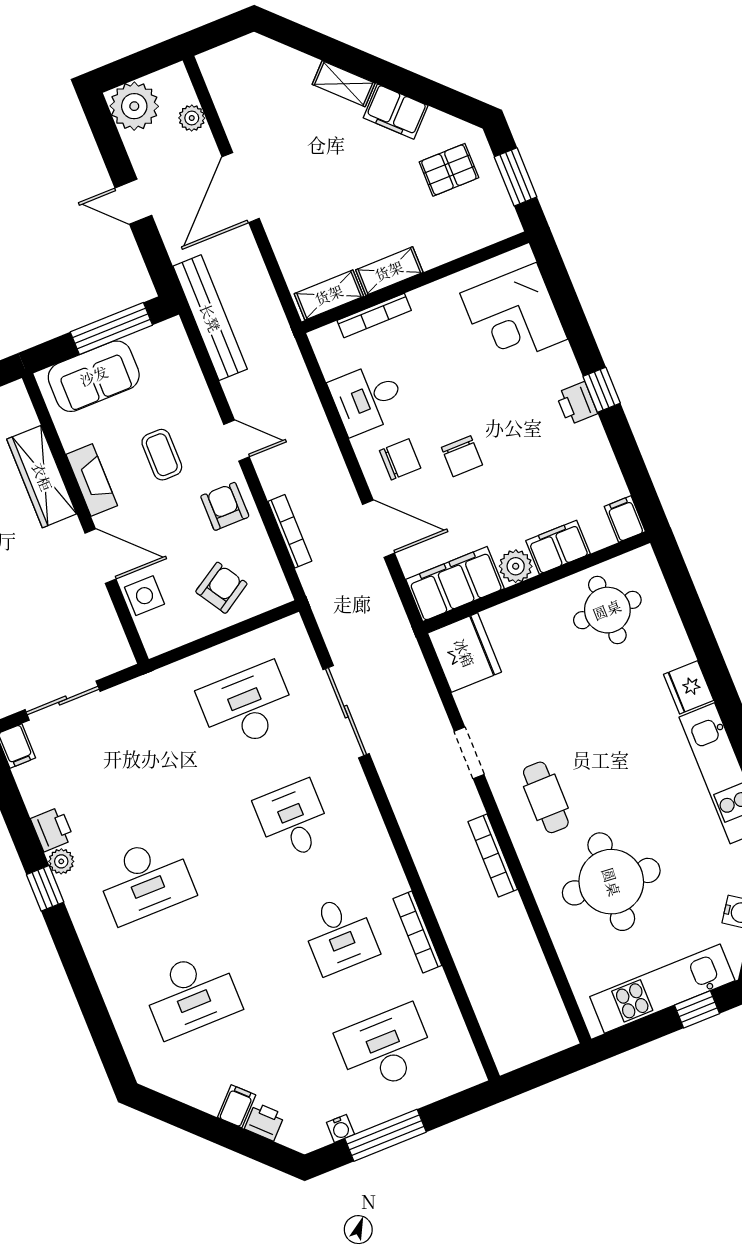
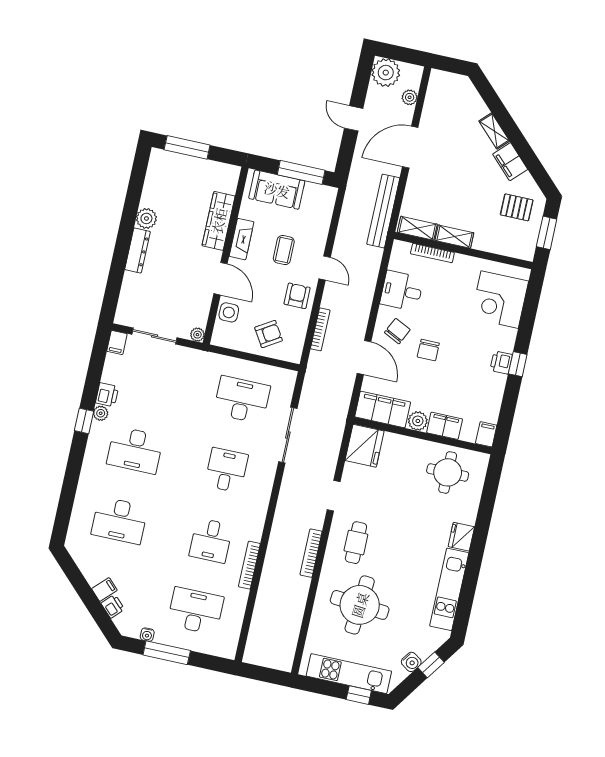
bench: (210, 318) -> (383, 211), moved
chair: (400, 459) -> (397, 331), turned -64
plant: (122, 657) -> (197, 335), added

